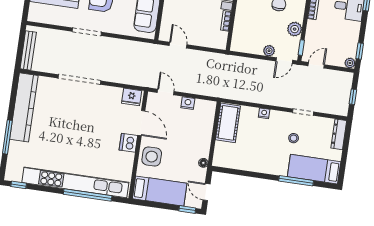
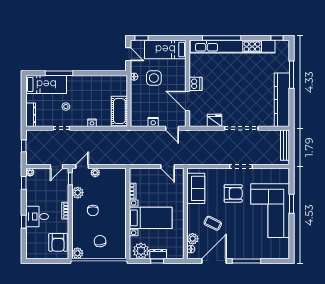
fridge: (132, 97) -> (215, 120), moved
side table: (152, 157) -> (154, 78), moved

